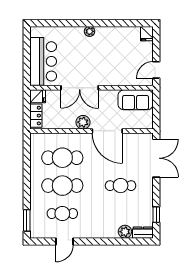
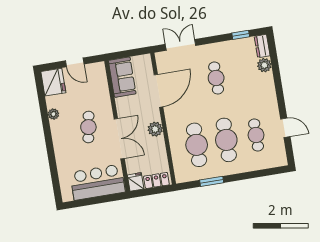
plant: (90, 31) -> (53, 114), moved
fridge: (147, 34) -> (53, 82), width x1.88, depth x1.34
cafe table: (95, 61) -> (88, 127), added
door: (156, 70) -> (75, 62), moved
door: (107, 131) -> (158, 91), moved
double door: (156, 158) -> (181, 45), width x0.73
window: (27, 220) -> (212, 181), moved

